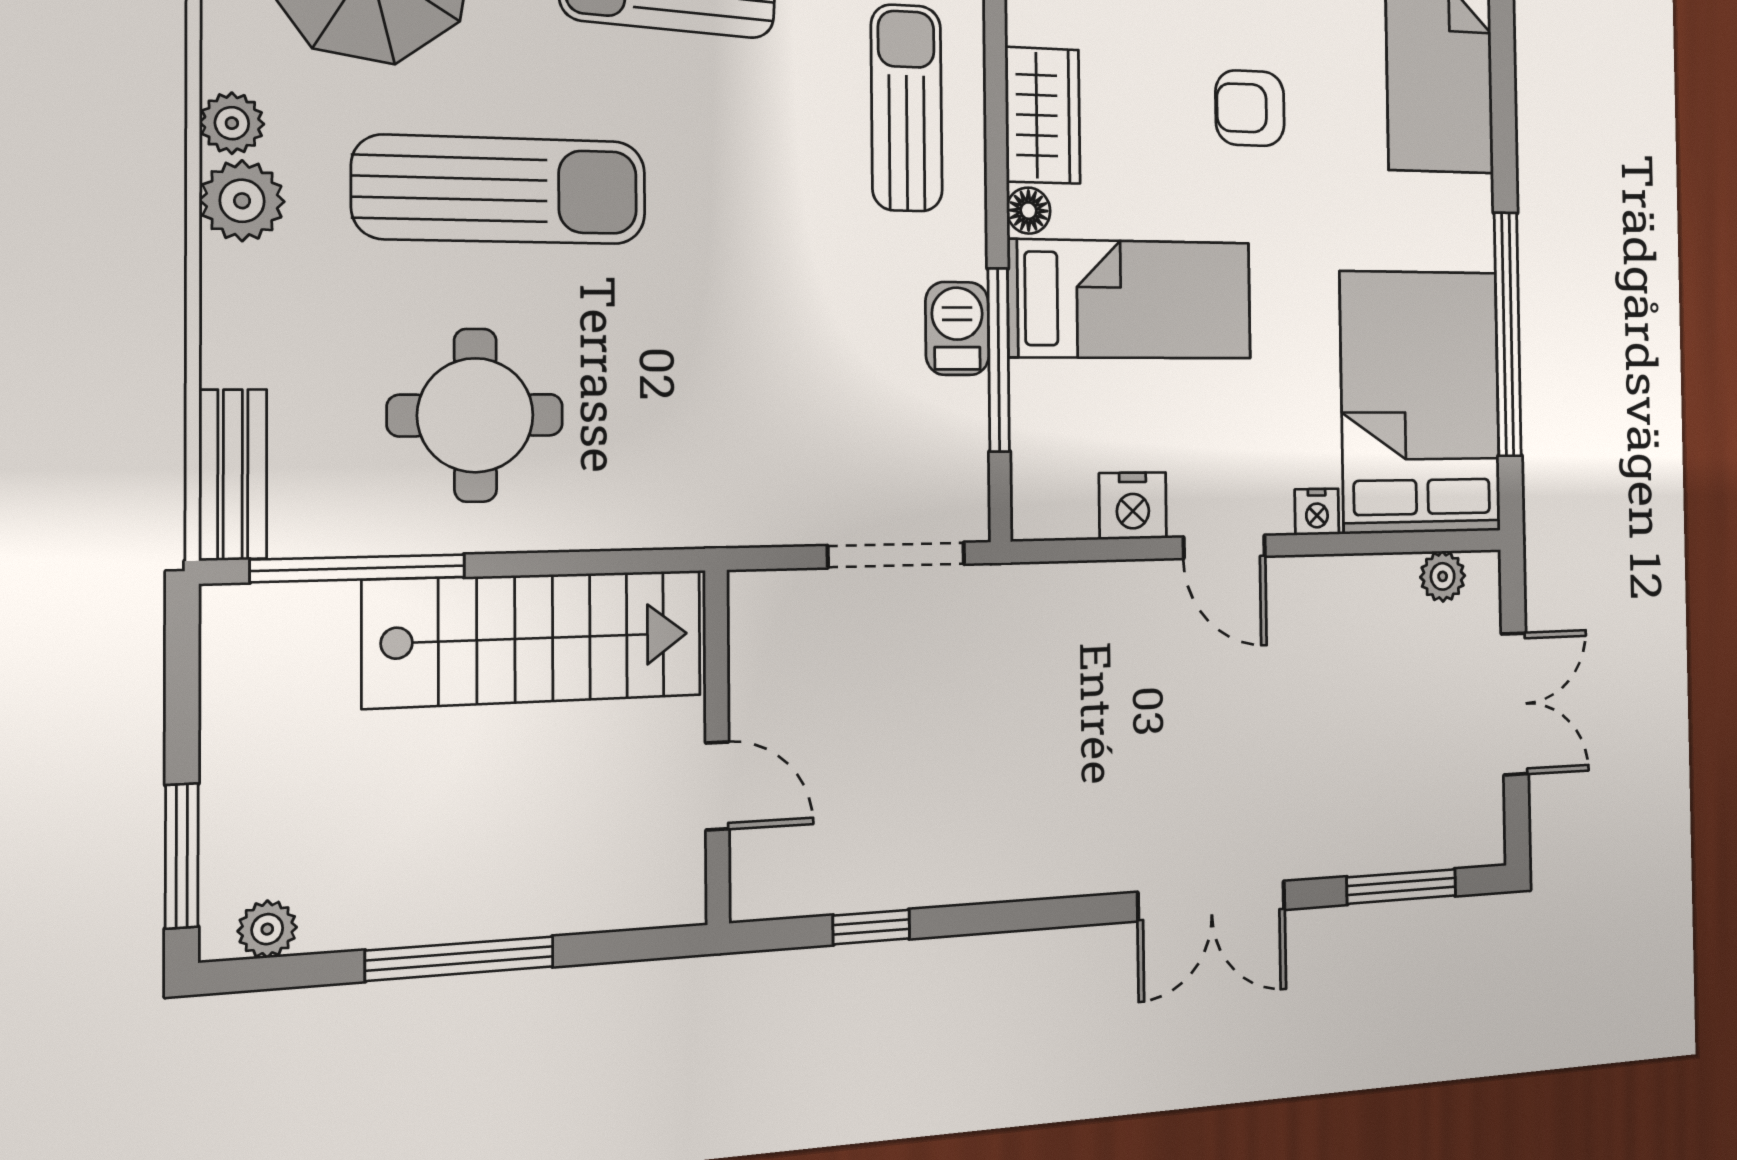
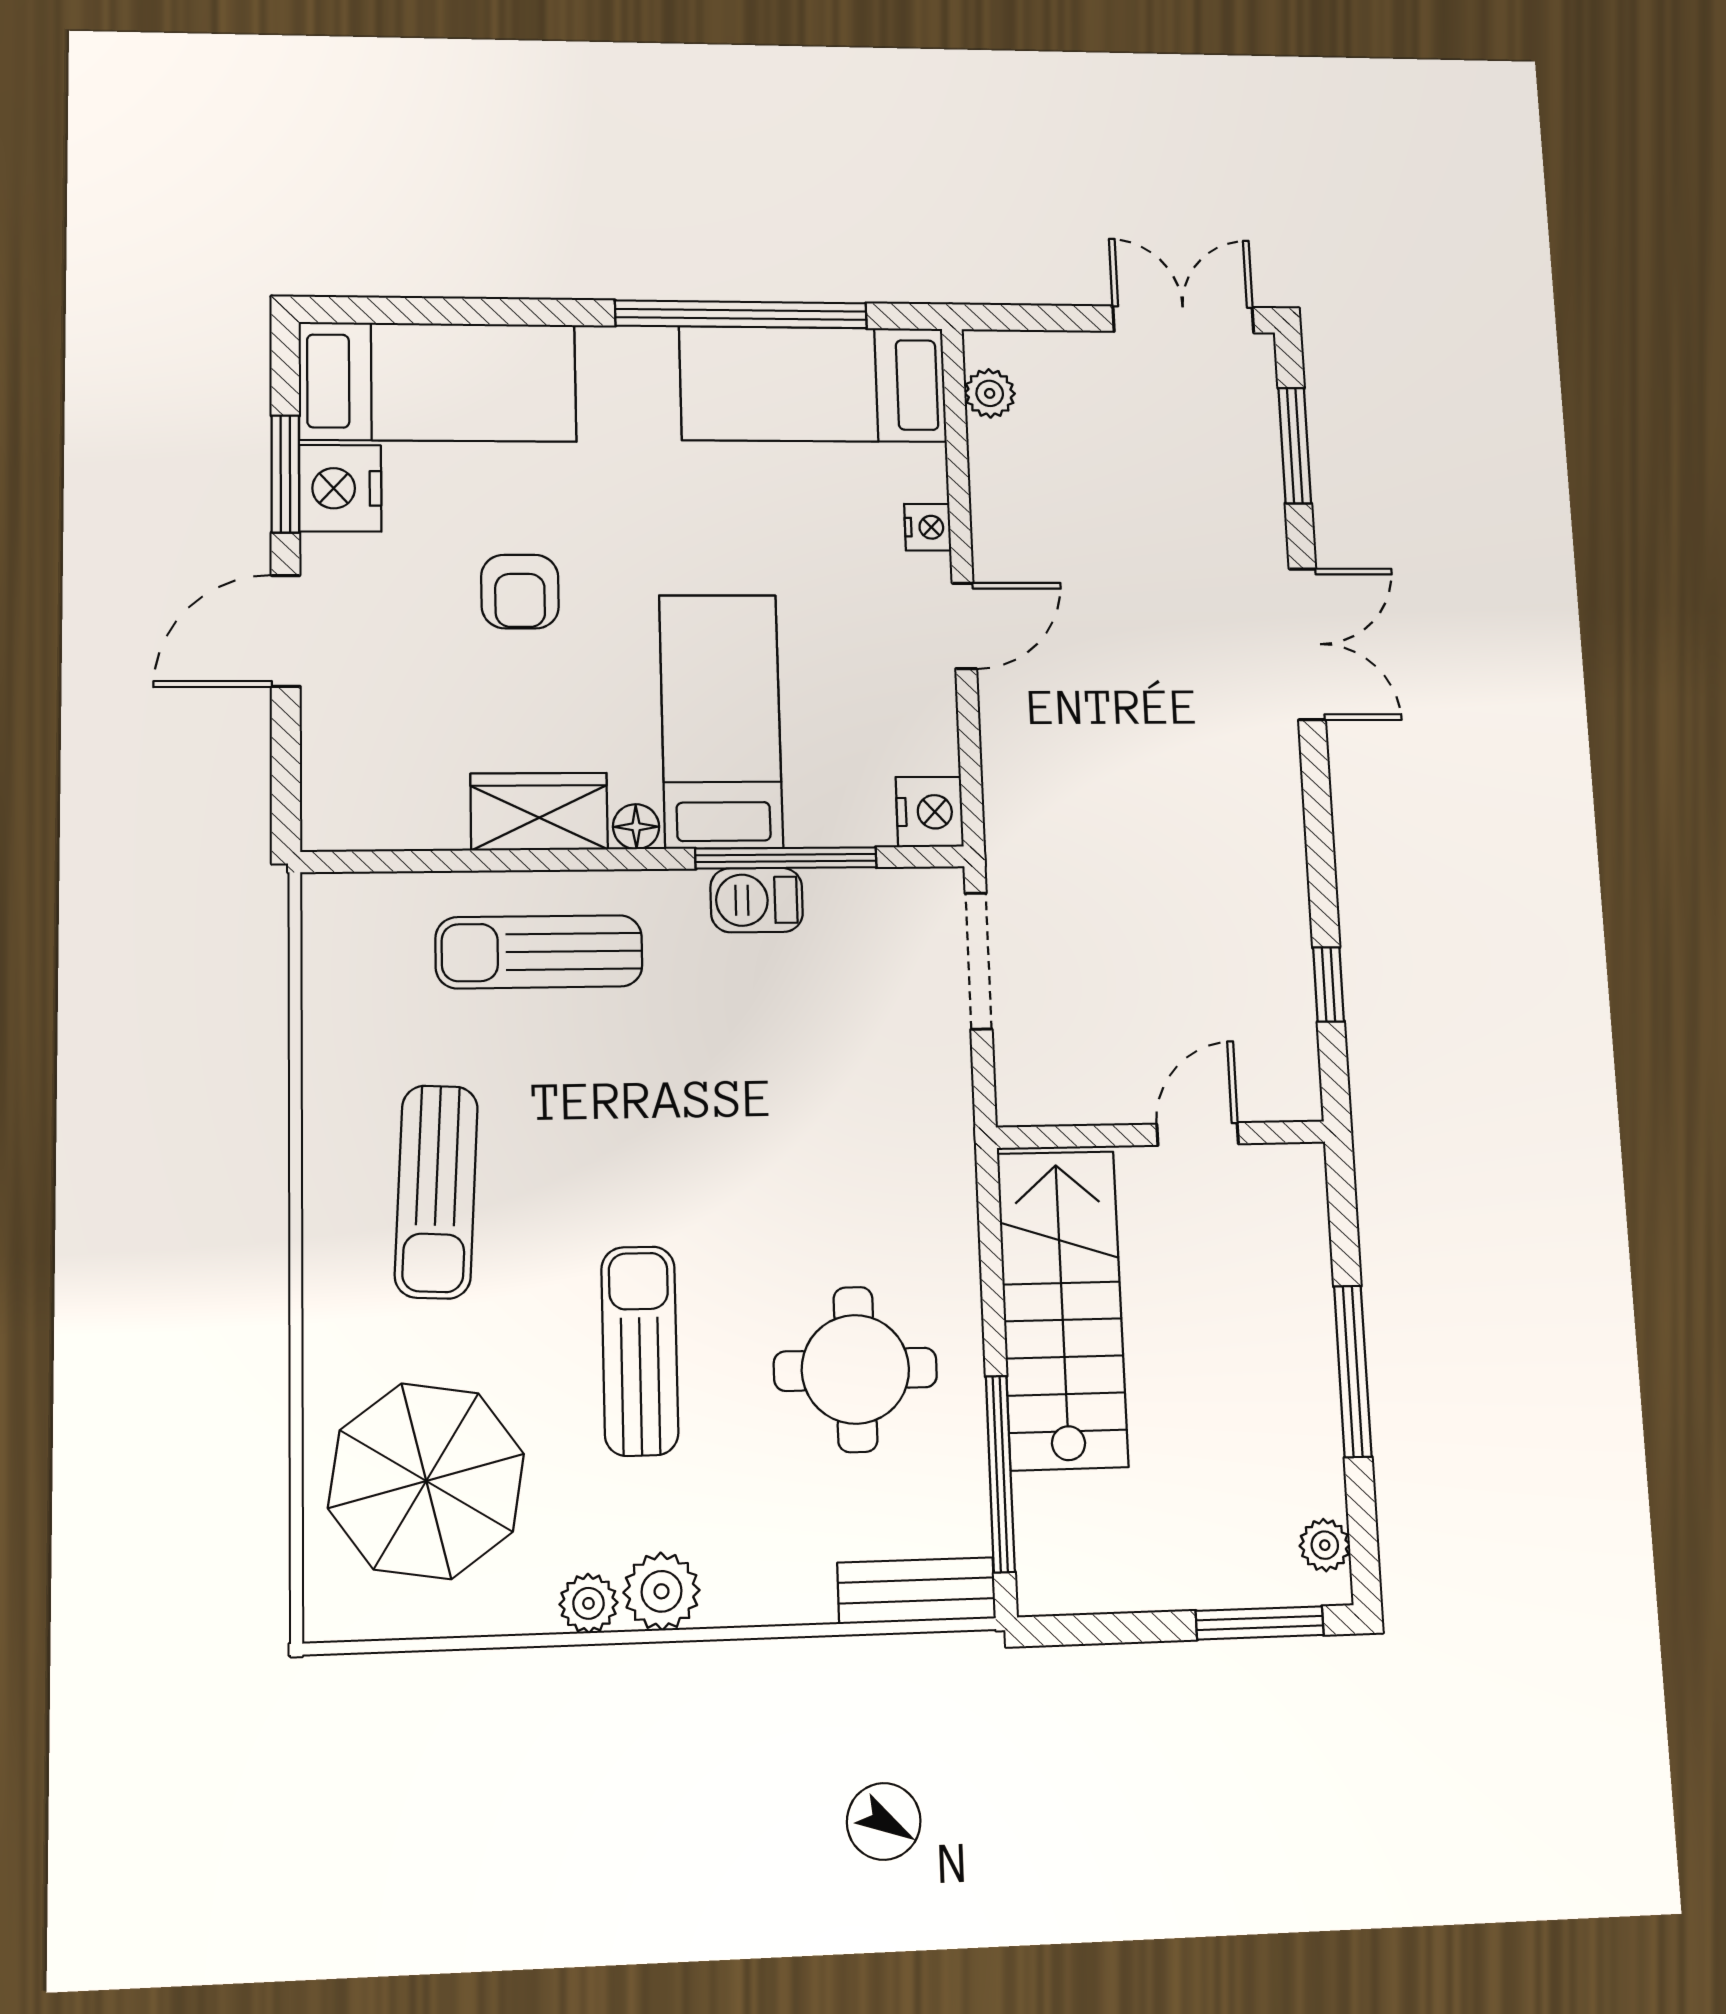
sun lounger: (501, 190) -> (640, 1351), width x0.73, depth x0.75
bed: (1421, 402) -> (813, 384), width x0.67
nightstand: (1133, 506) -> (930, 812), moved
double door: (1515, 704) -> (1183, 319), moved

